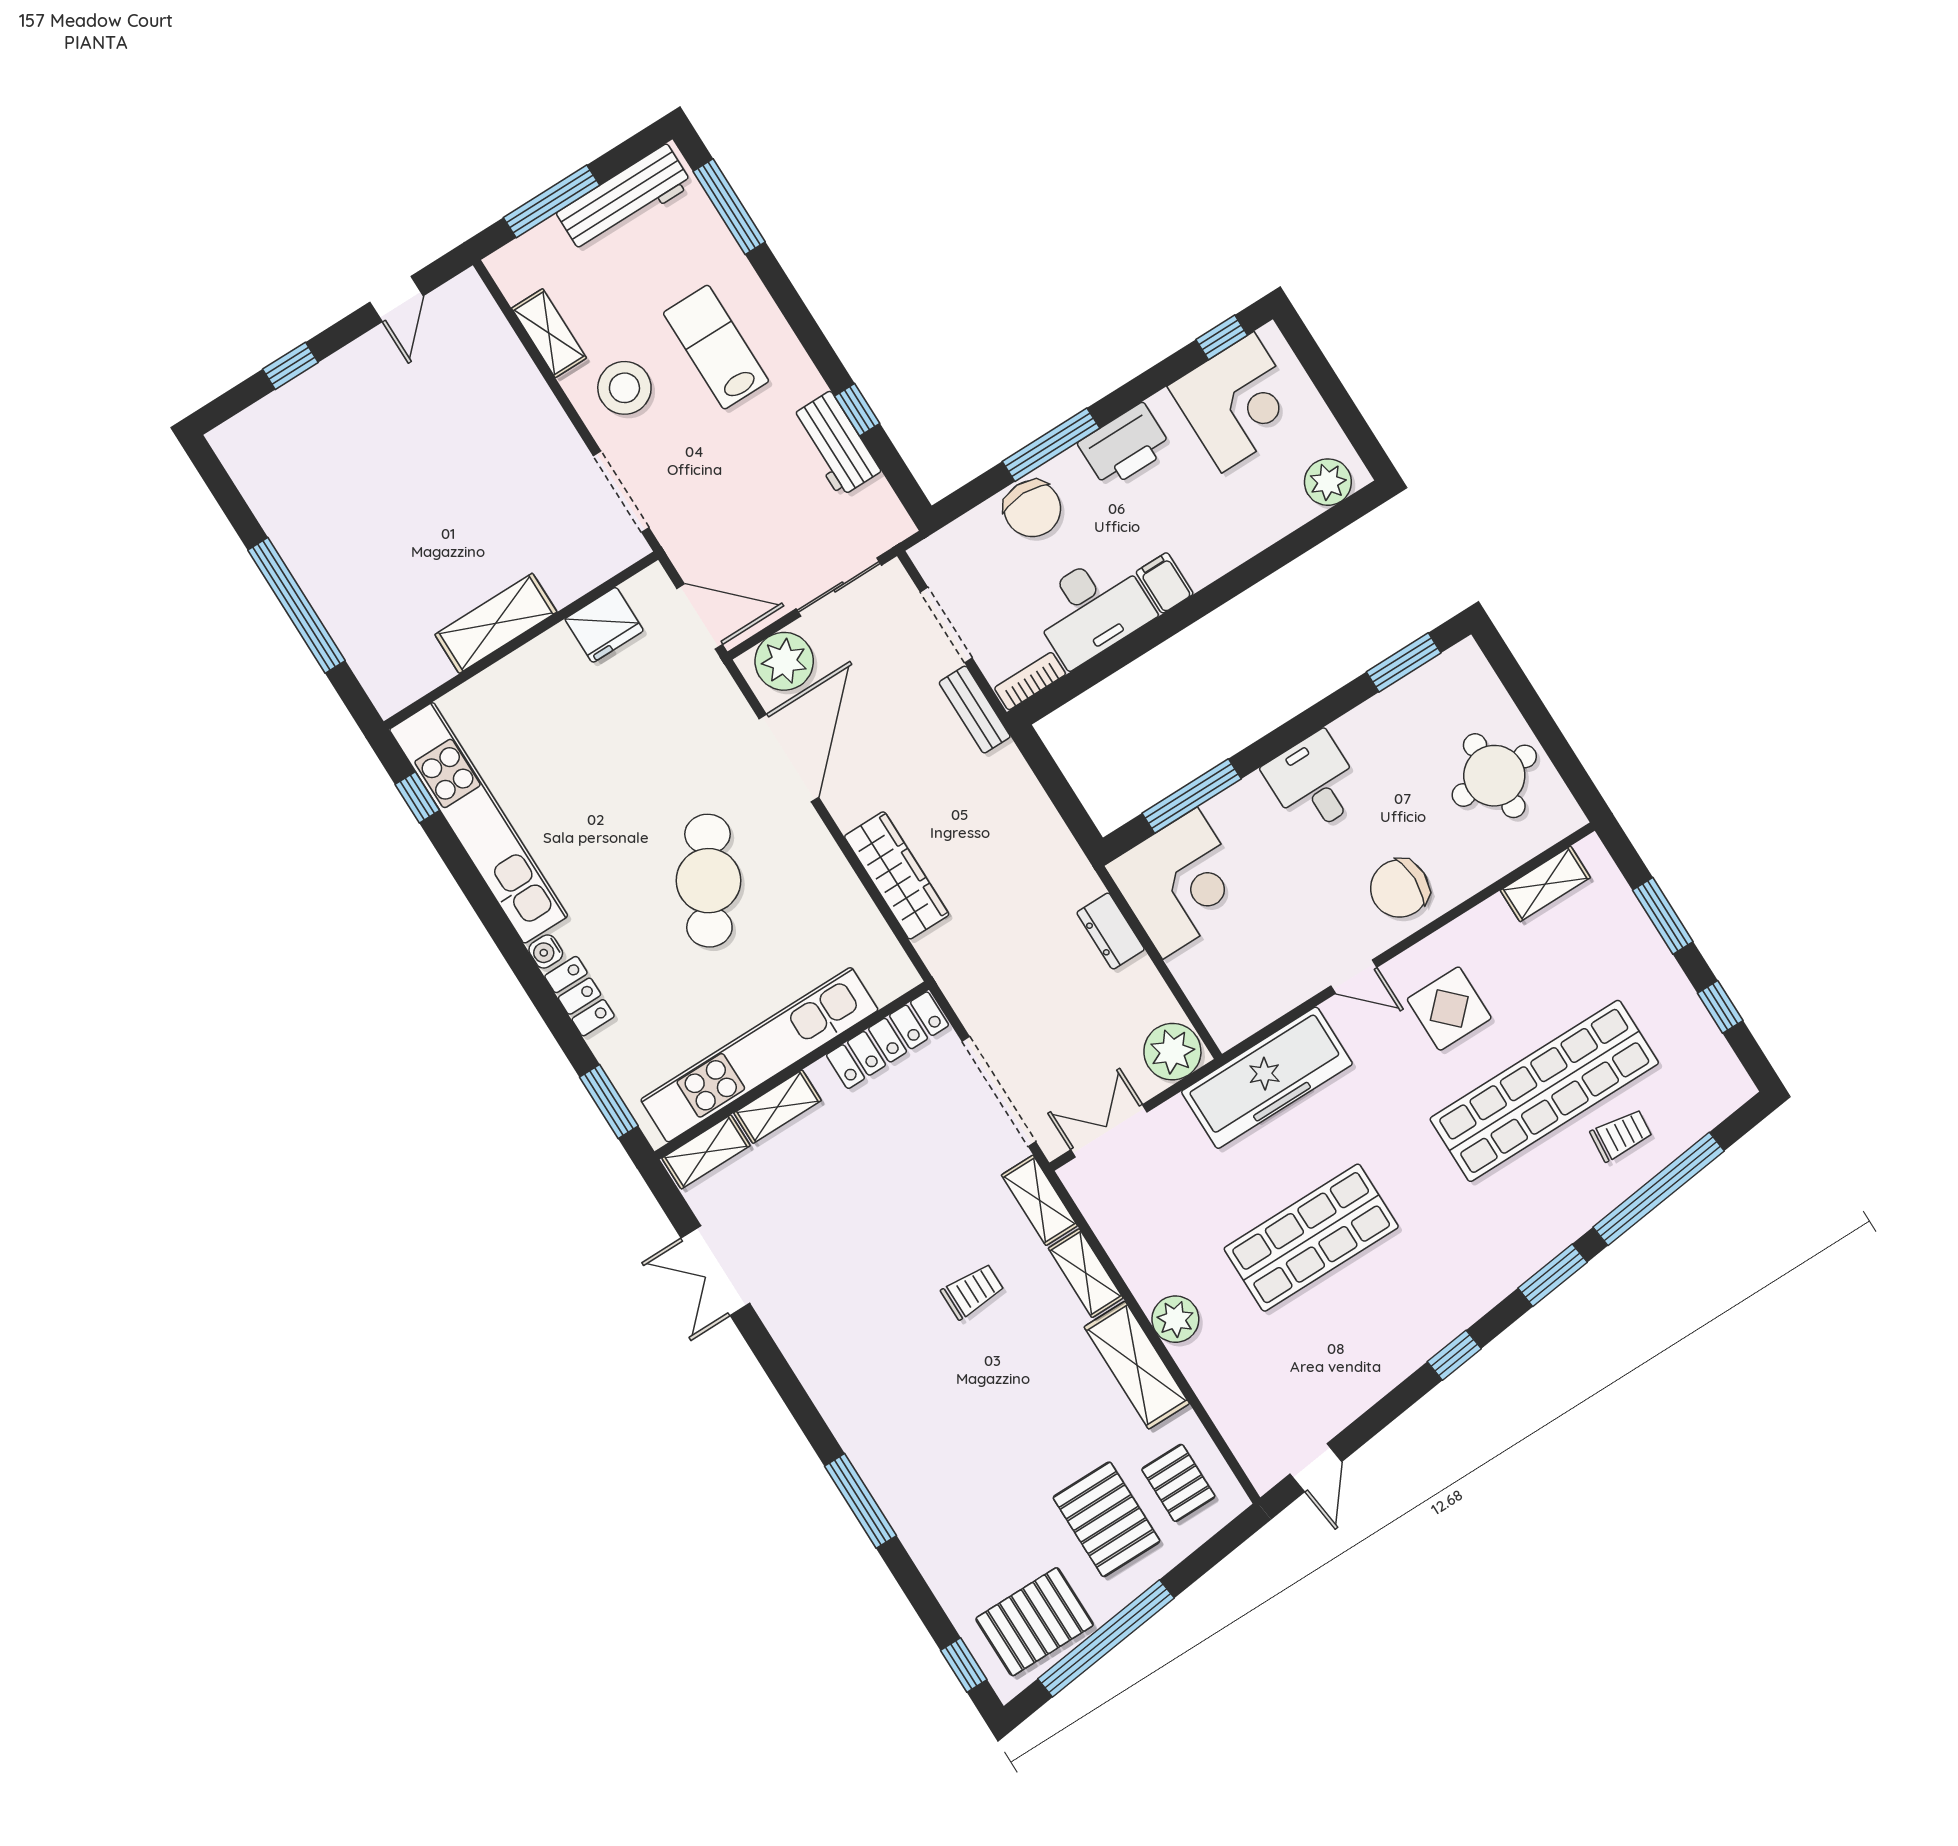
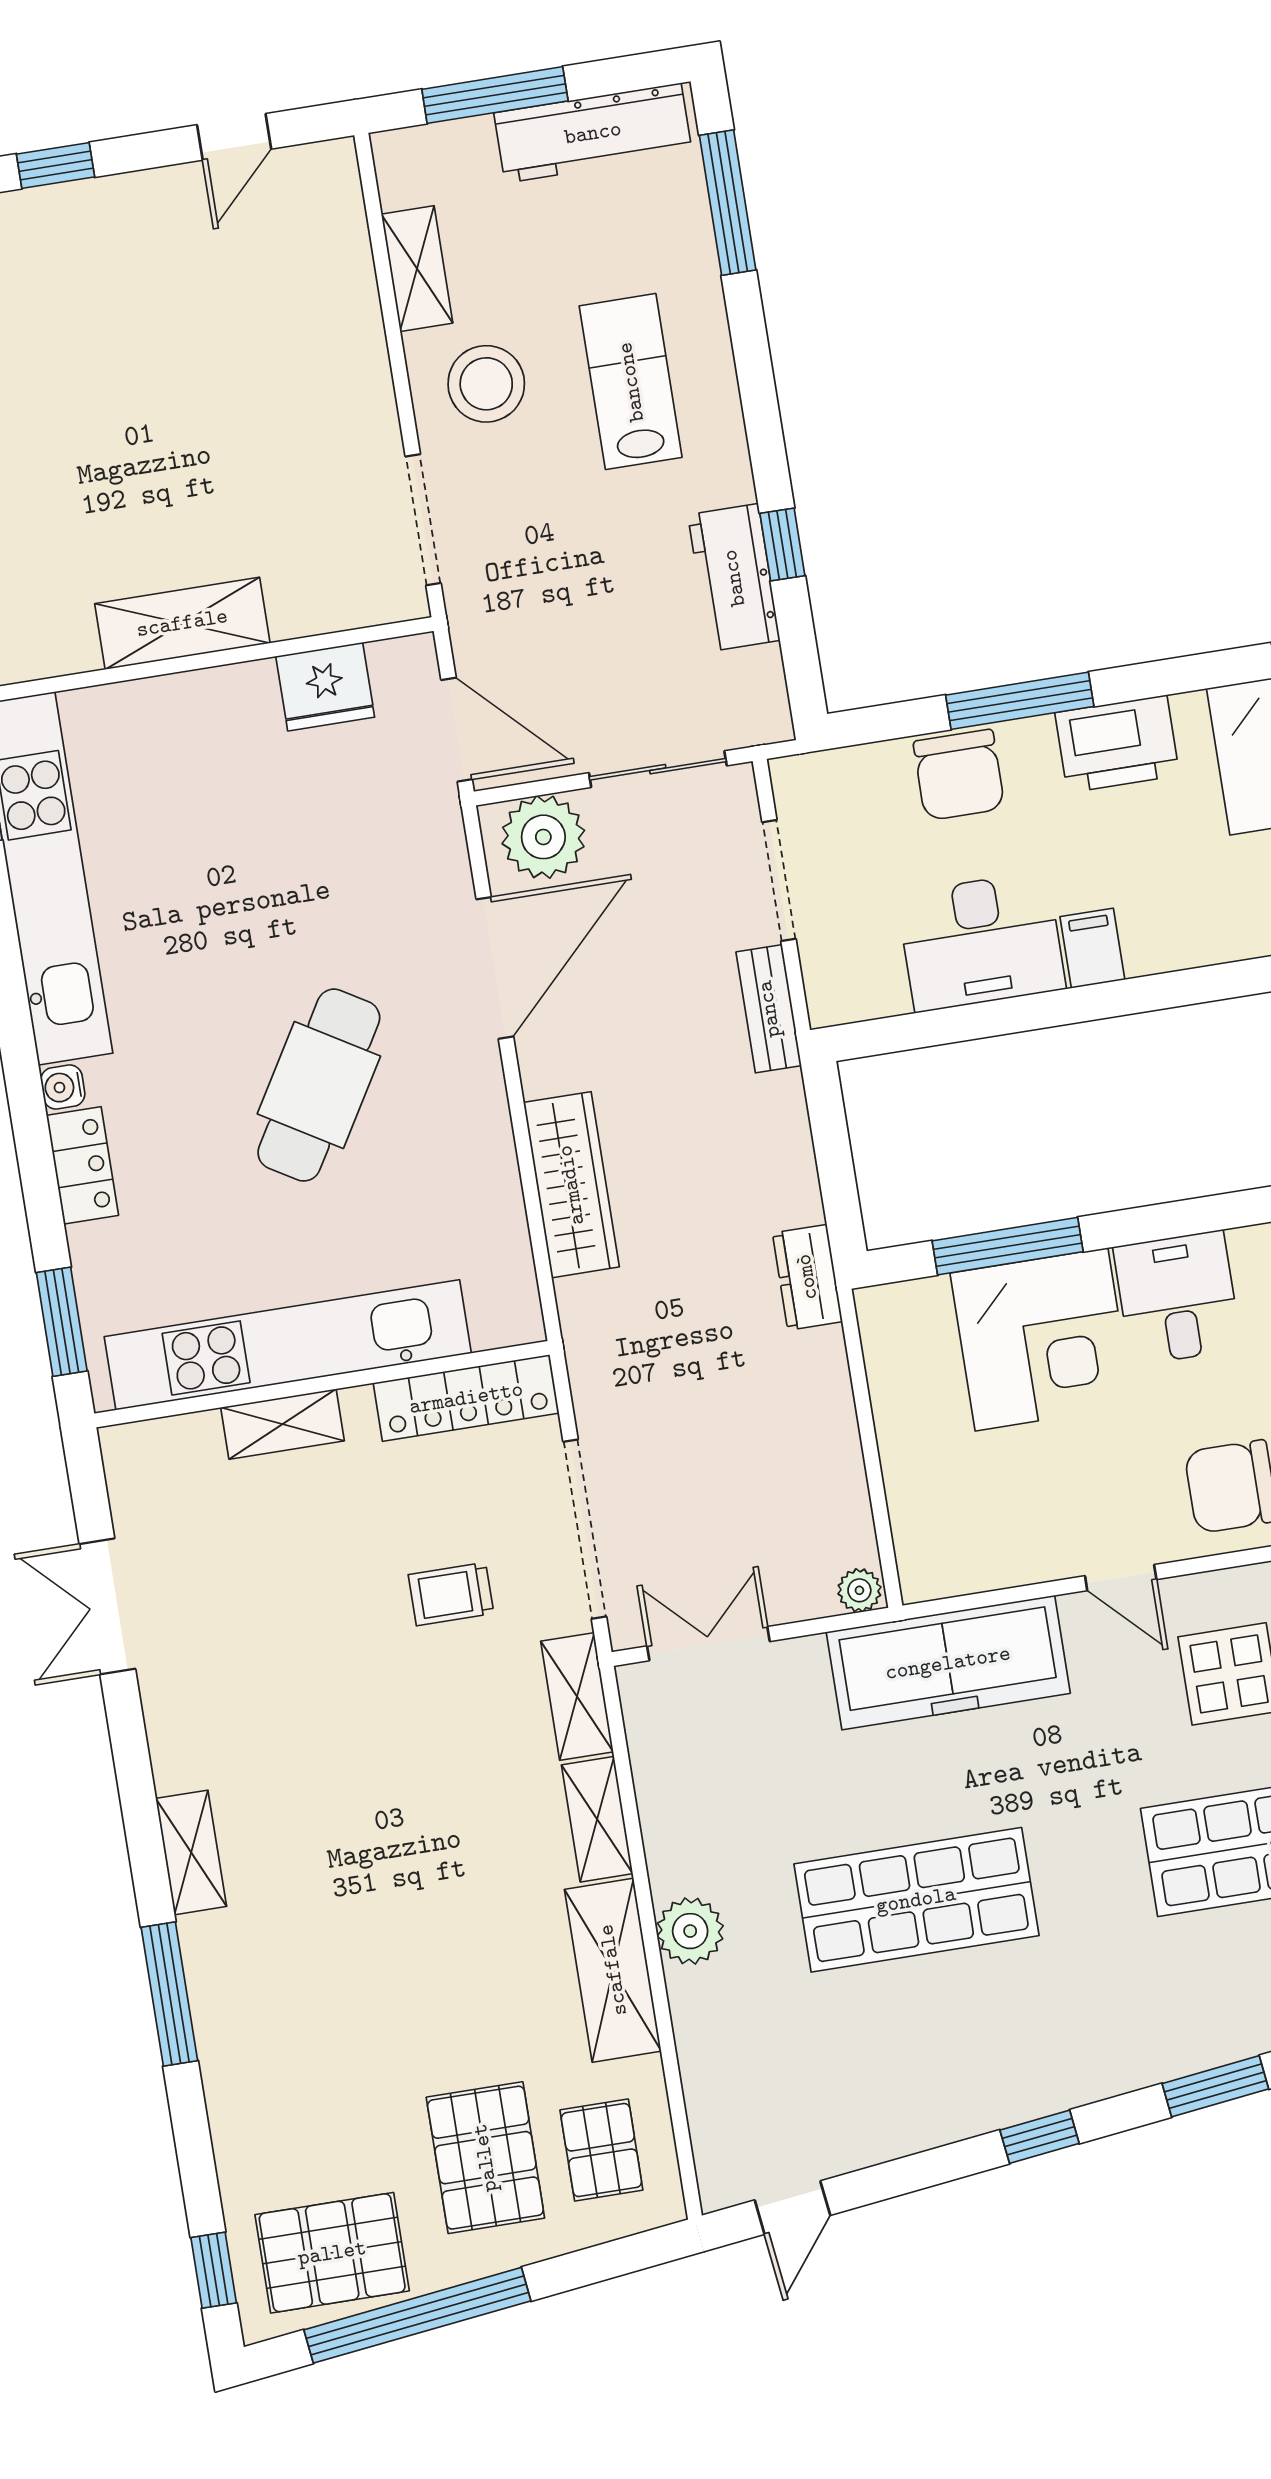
bookcase: (1030, 681) -> (858, 1002), removed
corner desk: (1180, 883) -> (1041, 1339), moved
dresser: (1111, 931) -> (807, 1277), moved
plant: (1172, 1052) -> (859, 1590), width x0.53, depth x0.53
shelving: (706, 1152) -> (191, 1852), moved, turned 90
trolley: (973, 1291) -> (451, 1594), moved, turned 180

